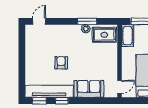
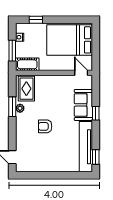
armchair: (61, 63) -> (45, 126), moved
window: (62, 101) -> (96, 113), moved

